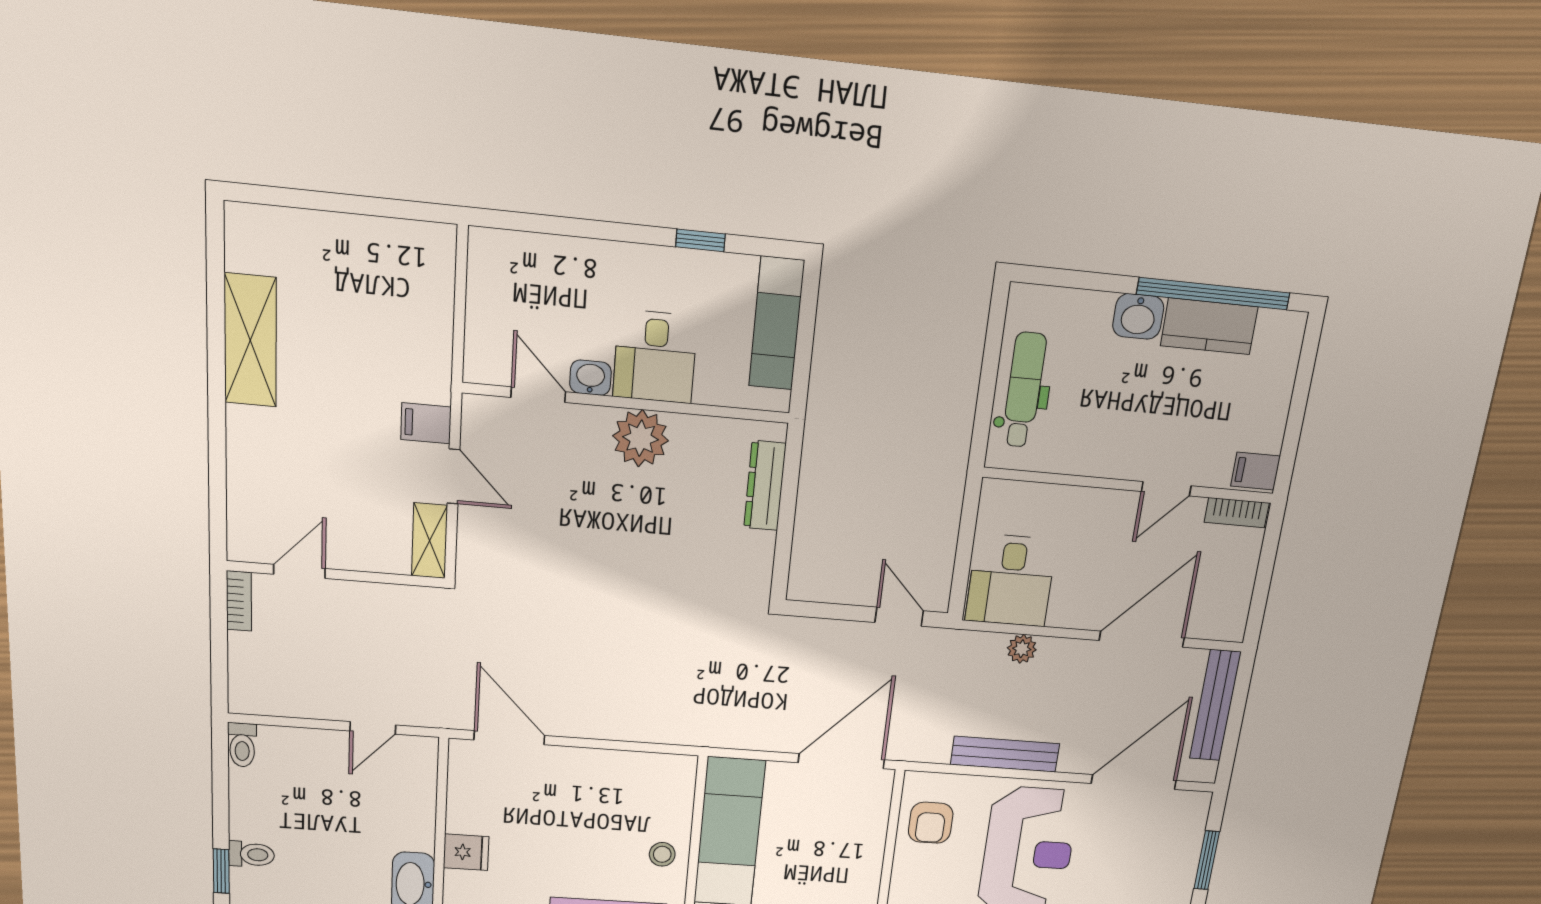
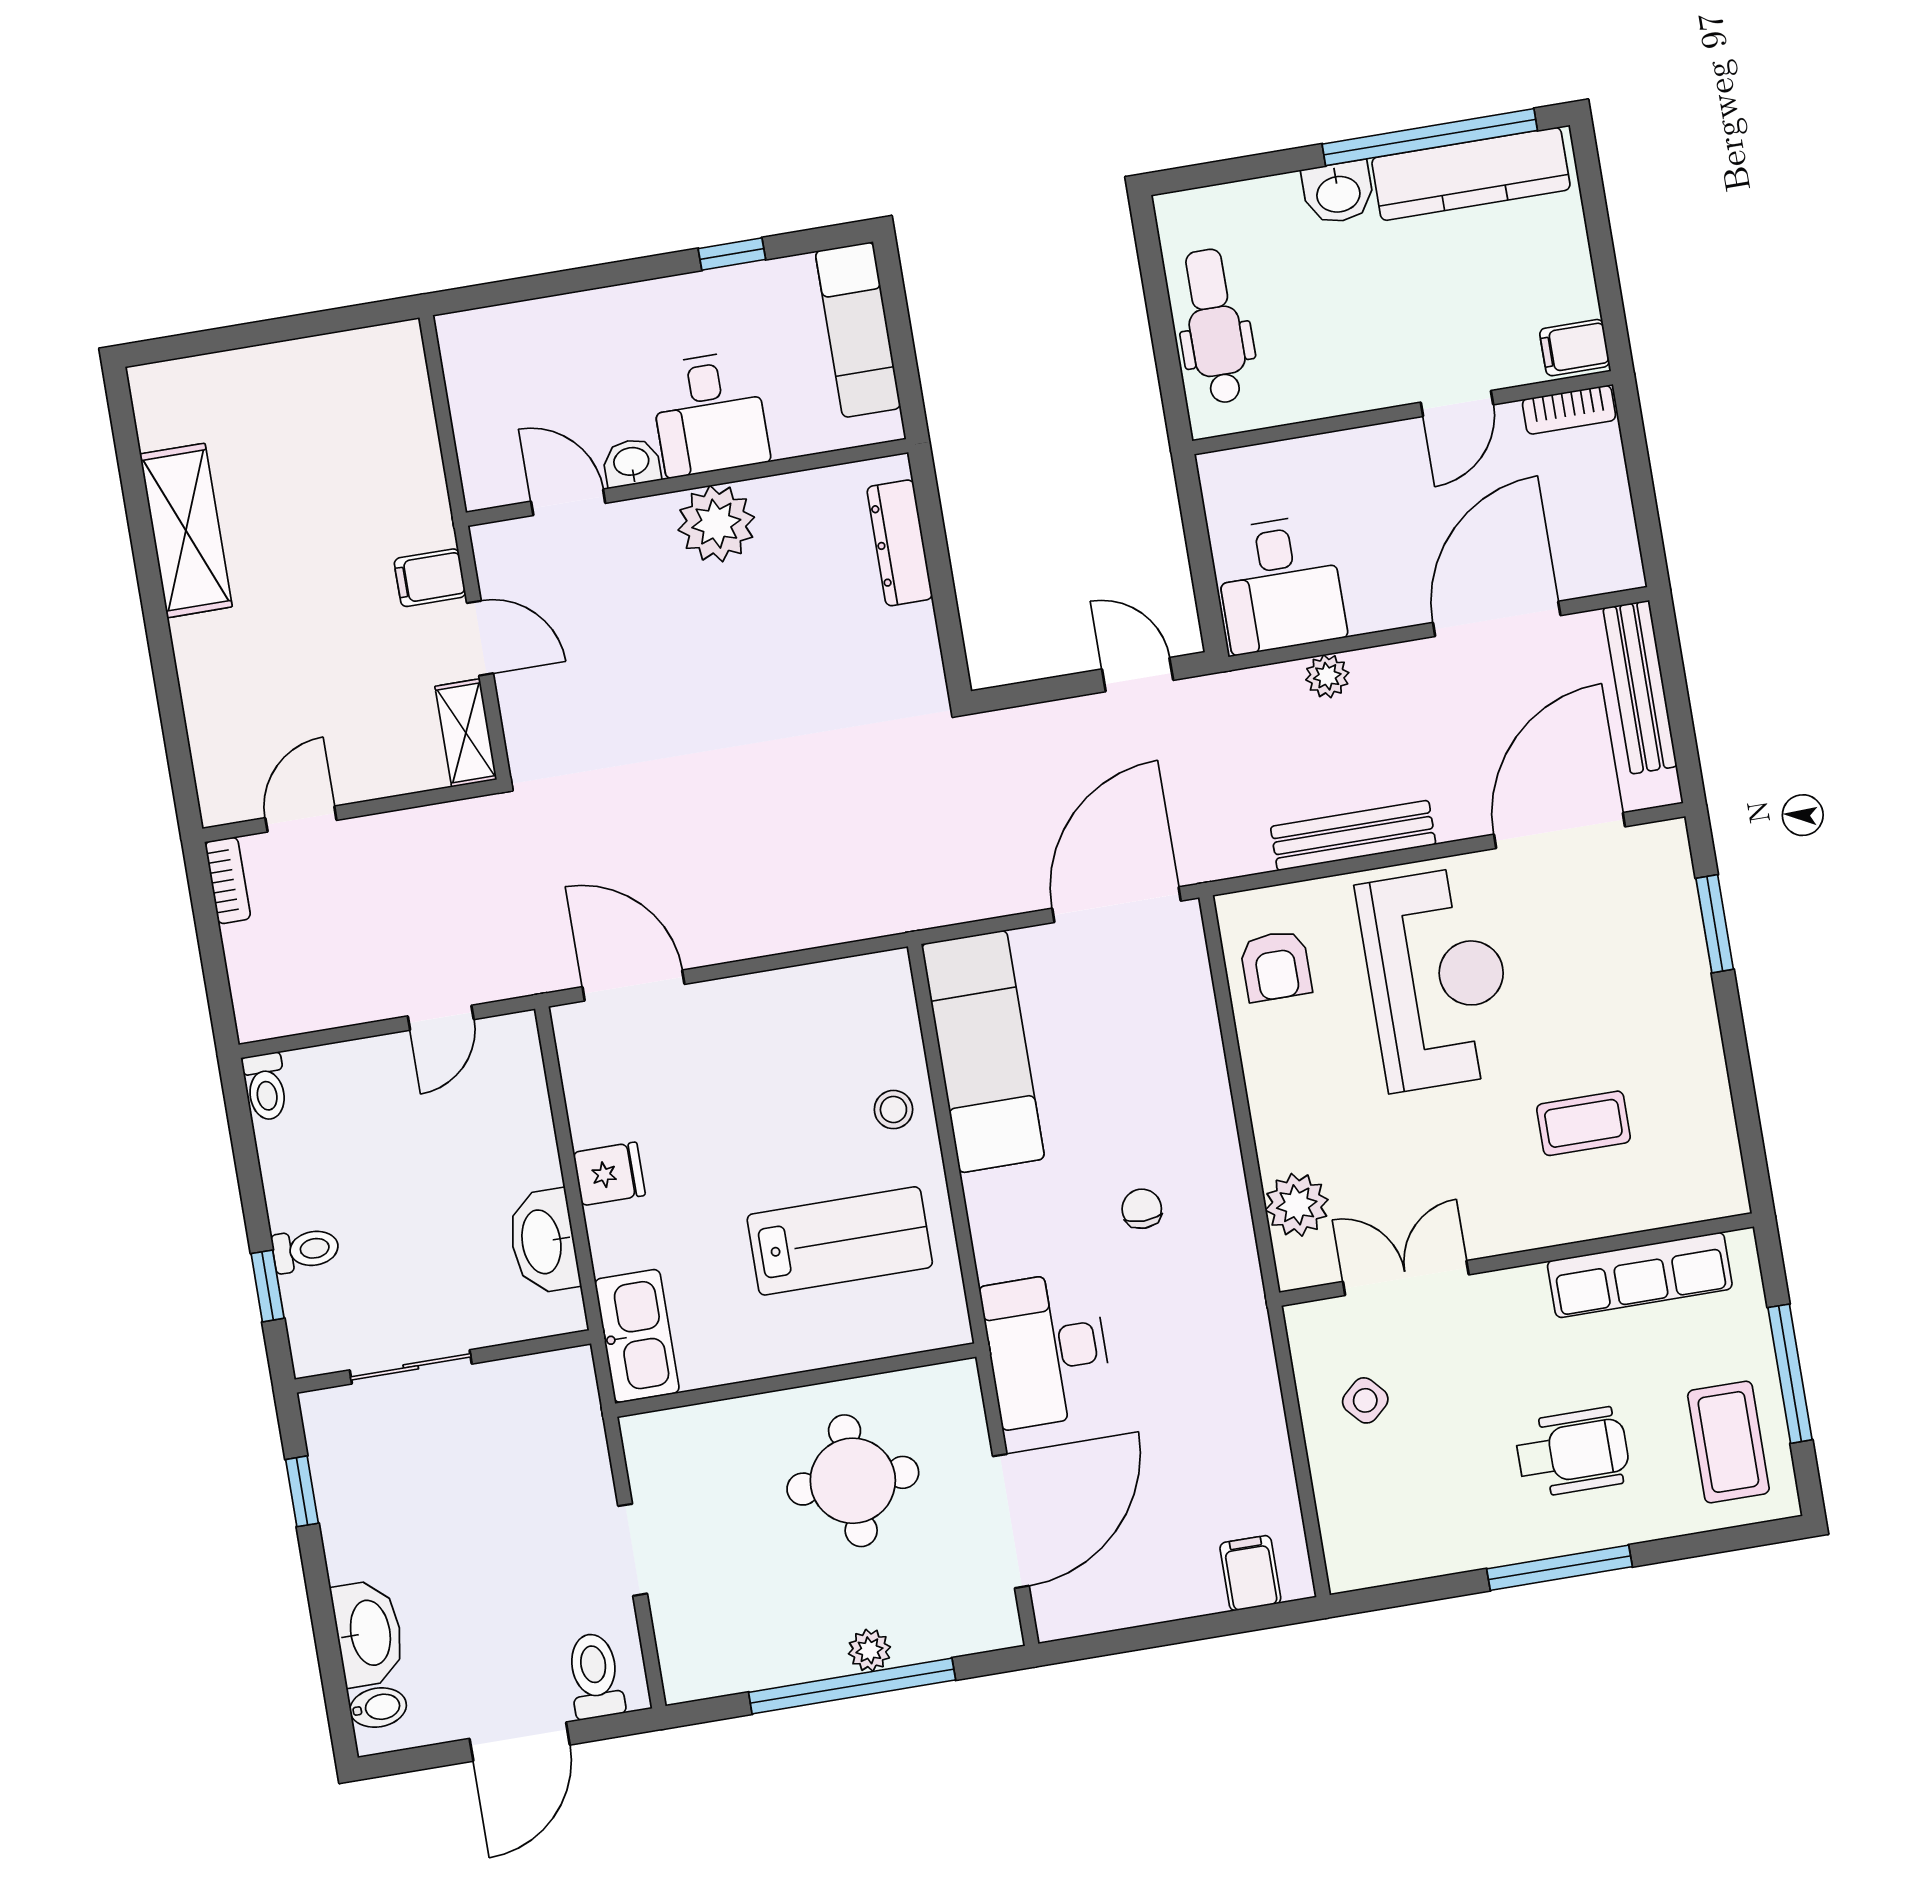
kitchen counter: (1209, 326) -> (1471, 174), width x1.50

